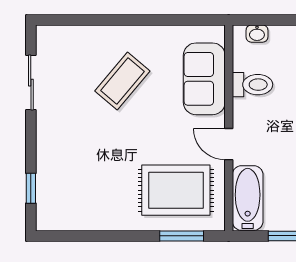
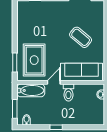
sofa: (204, 79) -> (81, 72), width x1.36
toilet: (252, 85) -> (68, 93), moved

